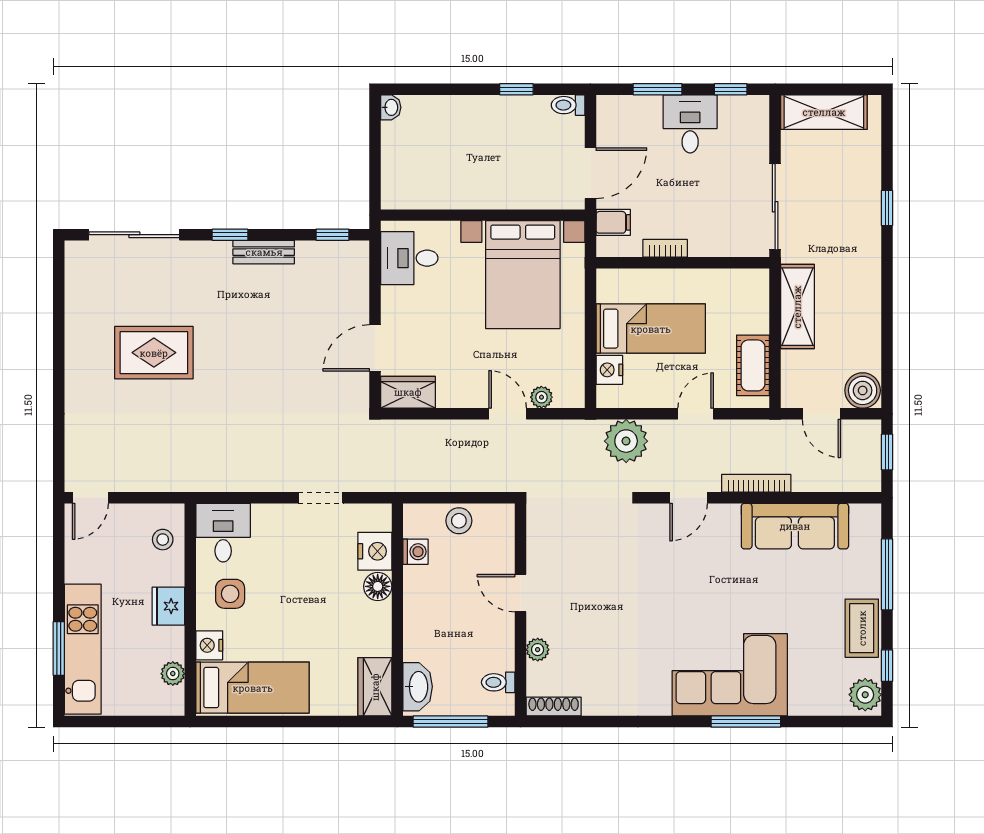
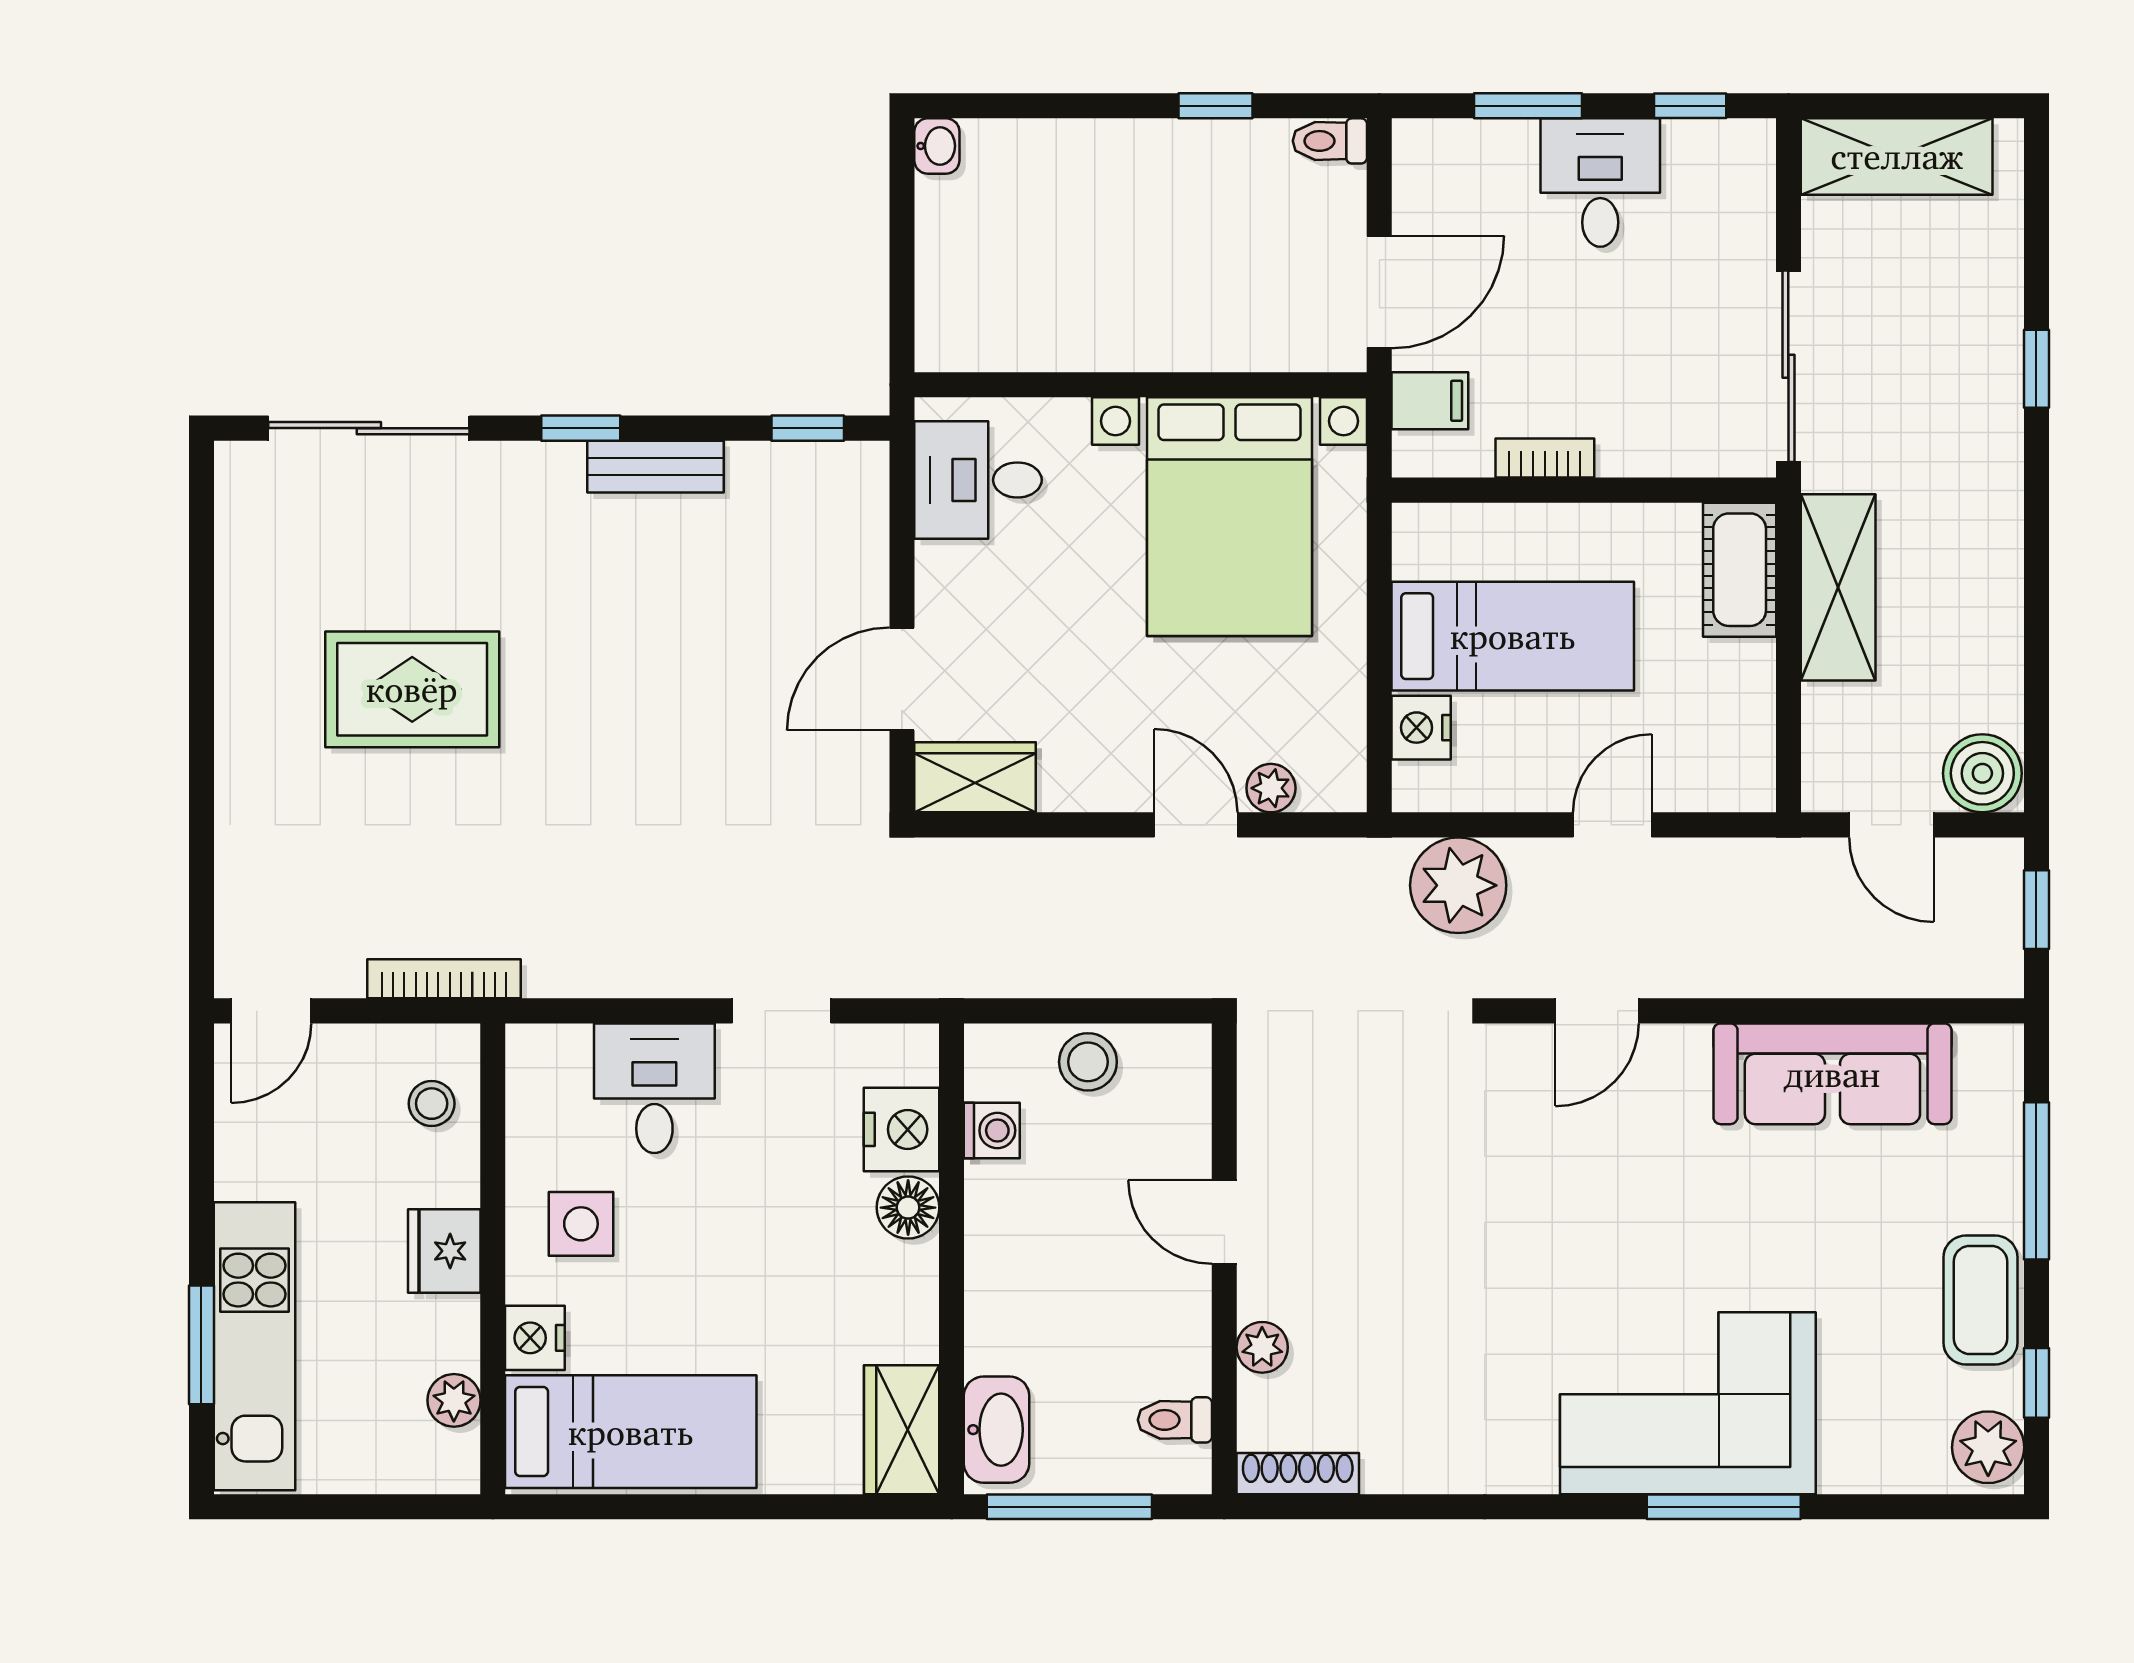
cot: (753, 365) -> (1740, 570), moved
bookcase: (756, 483) -> (444, 979), moved
desk: (223, 533) -> (654, 1088), moved

